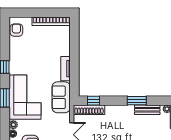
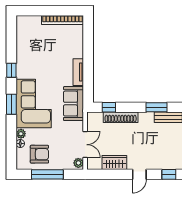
armchair: (16, 30) -> (24, 30), removed
shoe rack: (89, 110) -> (121, 117), moved

